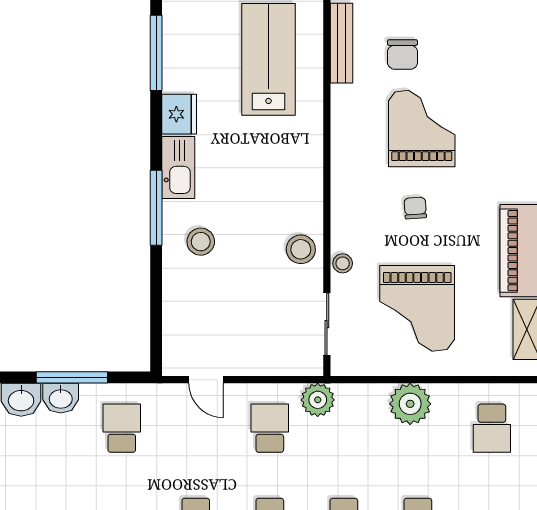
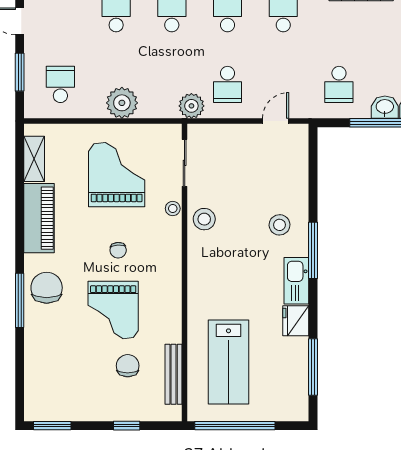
chair: (510, 158) -> (47, 288), added
door: (206, 380) -> (276, 121), hinge flipped

